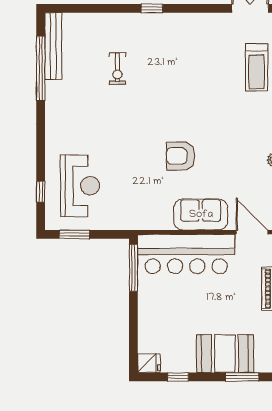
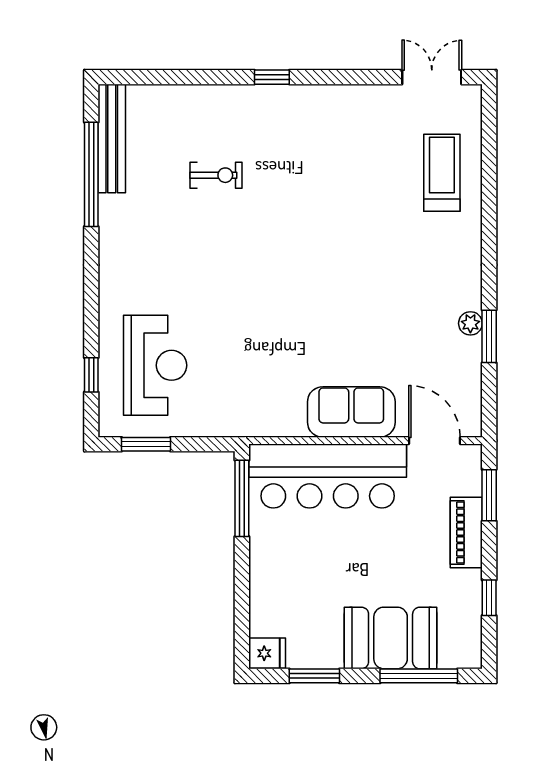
treadmill: (257, 67) -> (442, 173), turned 180
exercise bike: (117, 69) -> (216, 175), turned -90
armchair: (181, 156) -> (319, 317), removed
window: (178, 377) -> (314, 676), width x1.50
window: (242, 377) -> (419, 676), width x1.44

